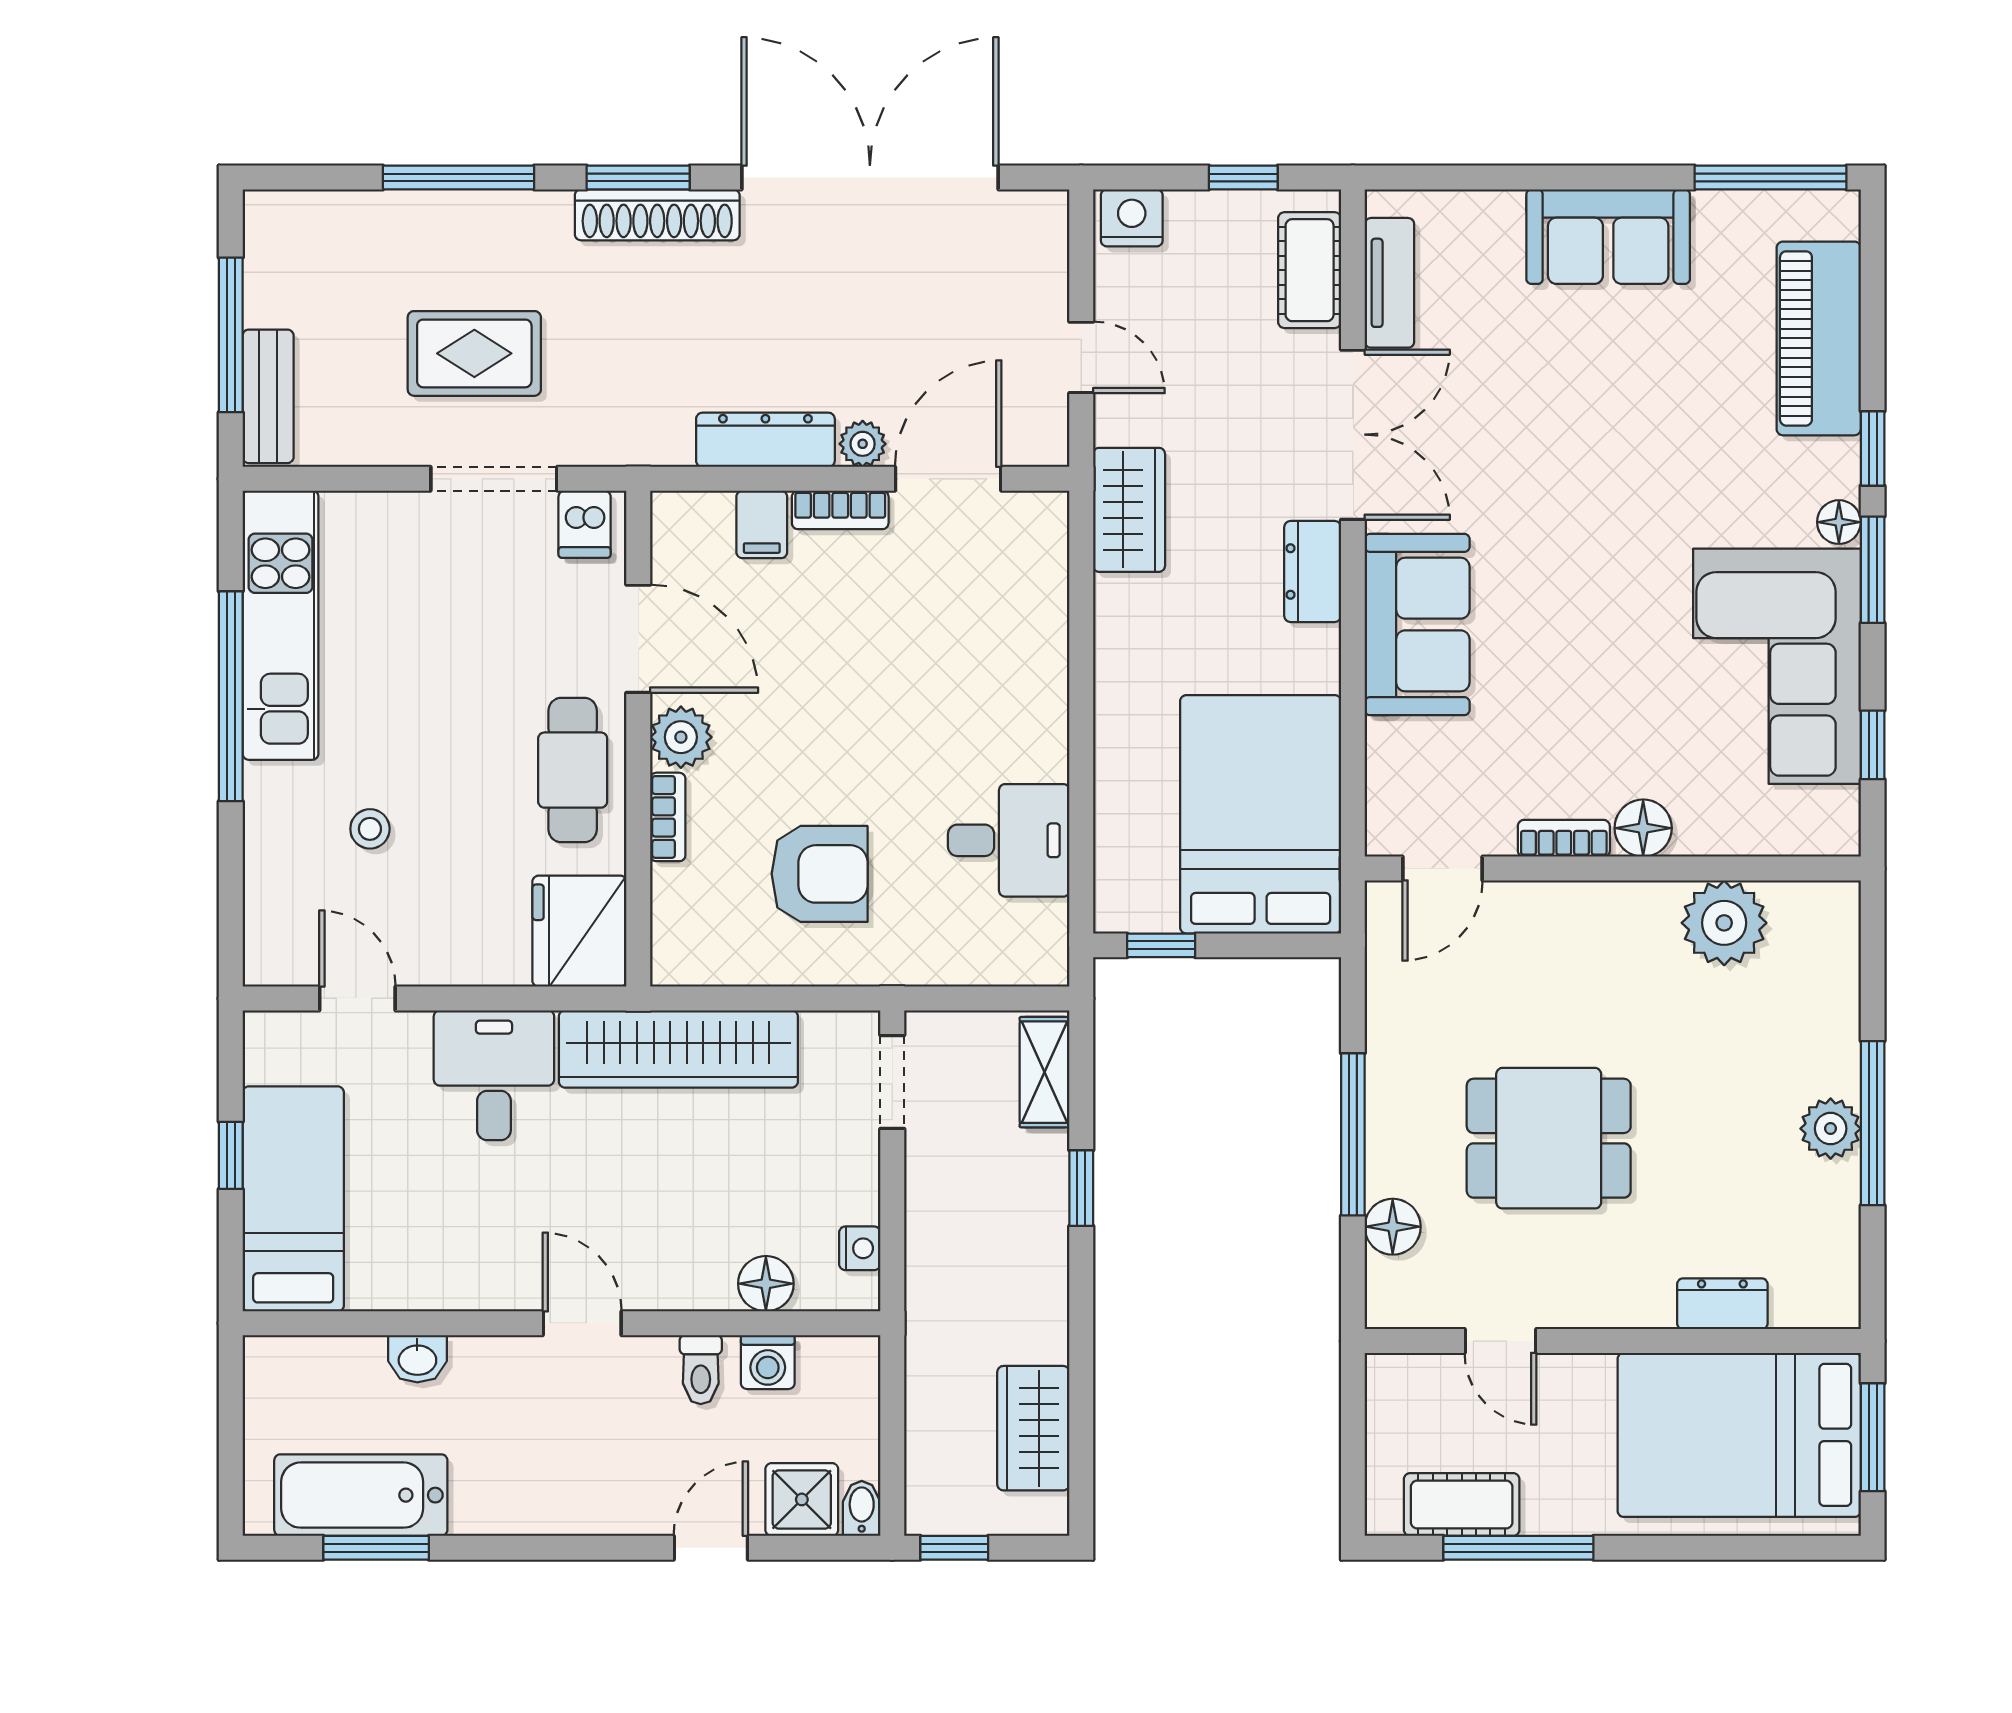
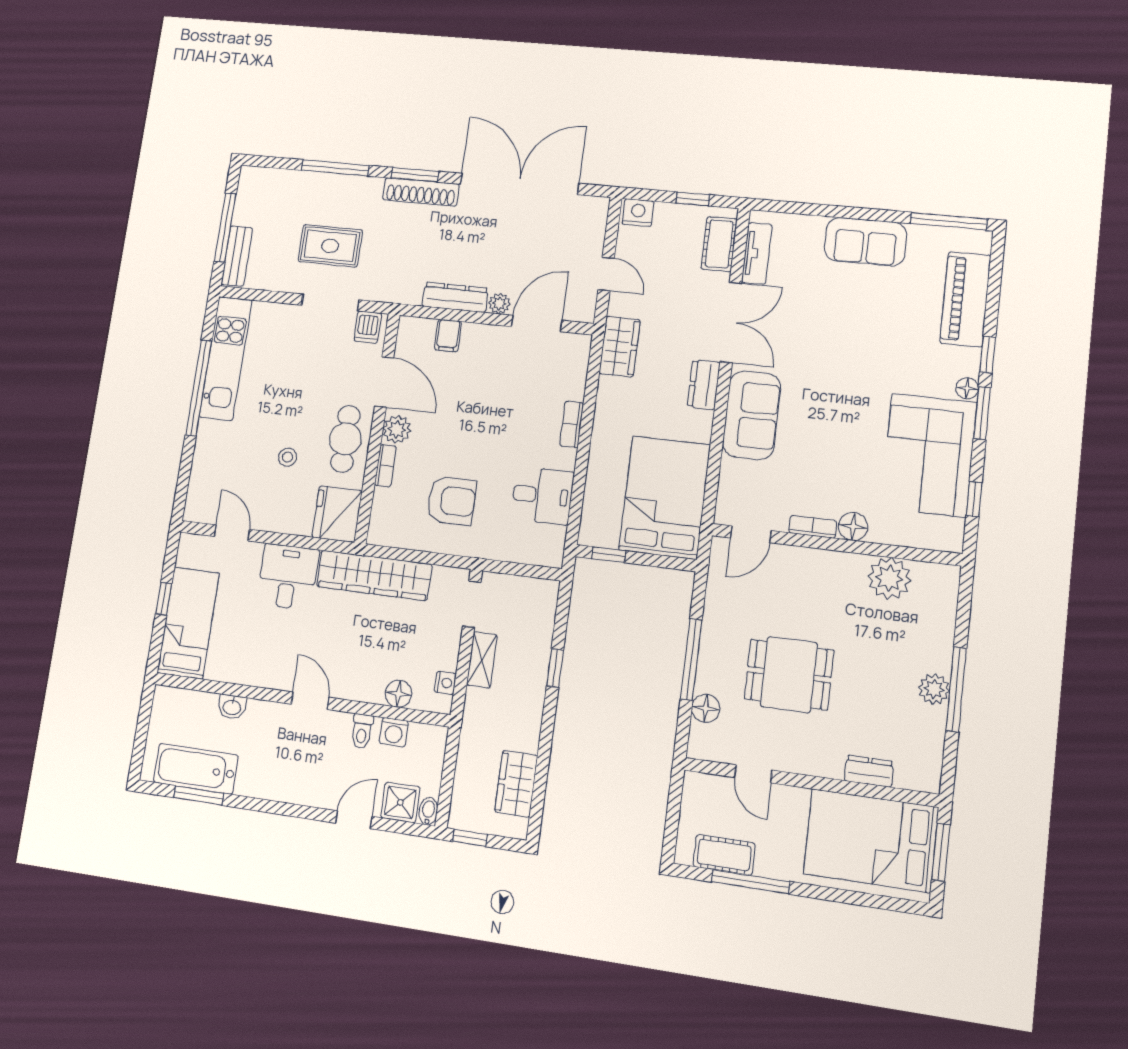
bookcase: (840, 510) -> (572, 424), moved, turned 90
stool: (370, 829) -> (287, 457), moved
shelving: (1045, 1072) -> (482, 660), moved

